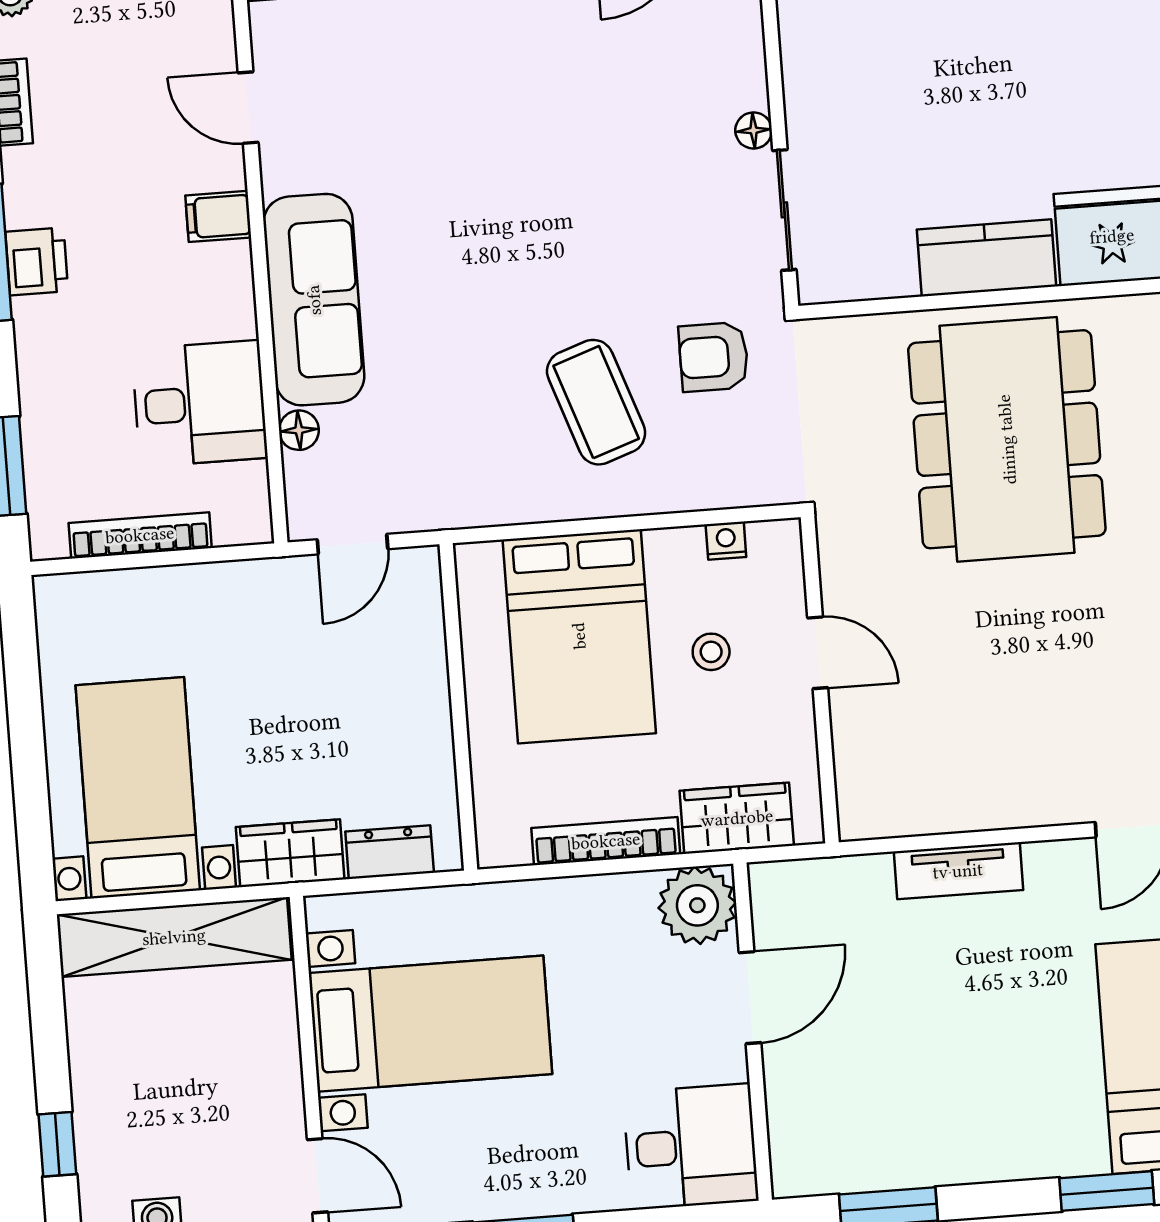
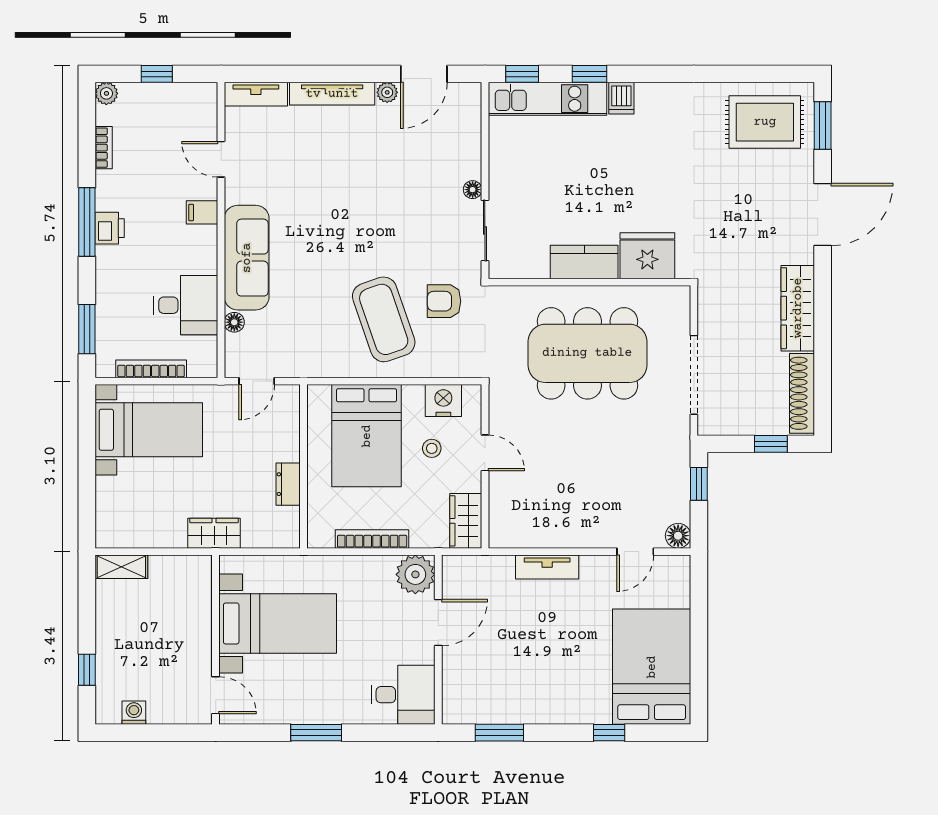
coffee table: (596, 402) -> (384, 319), width x1.36, depth x1.32
dining table: (1007, 439) -> (587, 353), turned 90
nightstand: (726, 541) -> (443, 401), width x1.89, depth x1.79
bed with nightstands: (138, 788) -> (149, 430), moved, turned 90
wardrobe: (737, 818) -> (466, 521), moved, turned -90
dresser: (390, 852) -> (288, 484), moved, turned -90
shelving: (174, 937) -> (121, 567), width x0.45, depth x0.75
window: (1107, 1191) -> (609, 733), width x0.67

